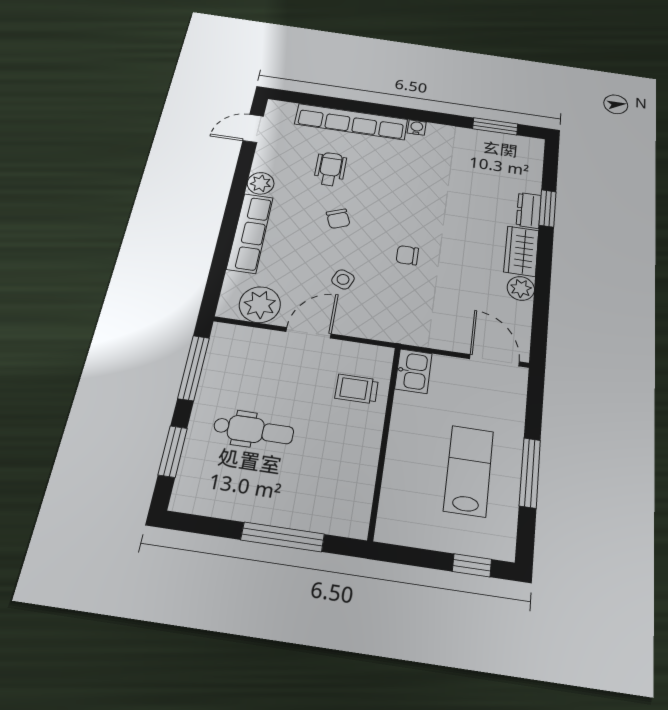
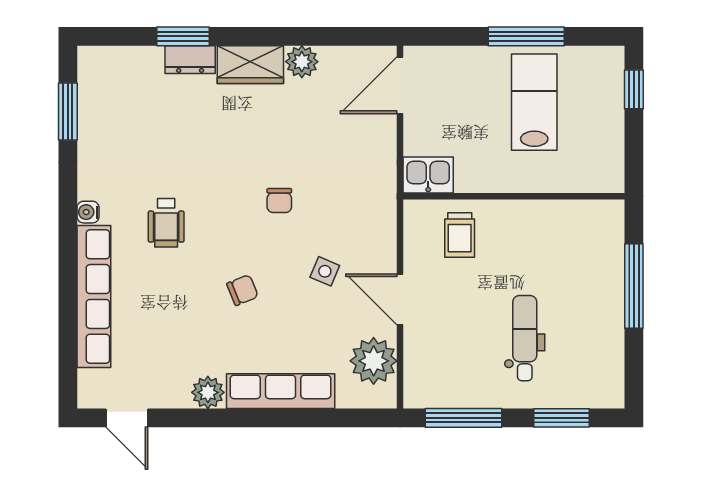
wheelchair: (330, 169) -> (166, 223), moved, turned -90
lab bench: (469, 471) -> (534, 102), turned 90

